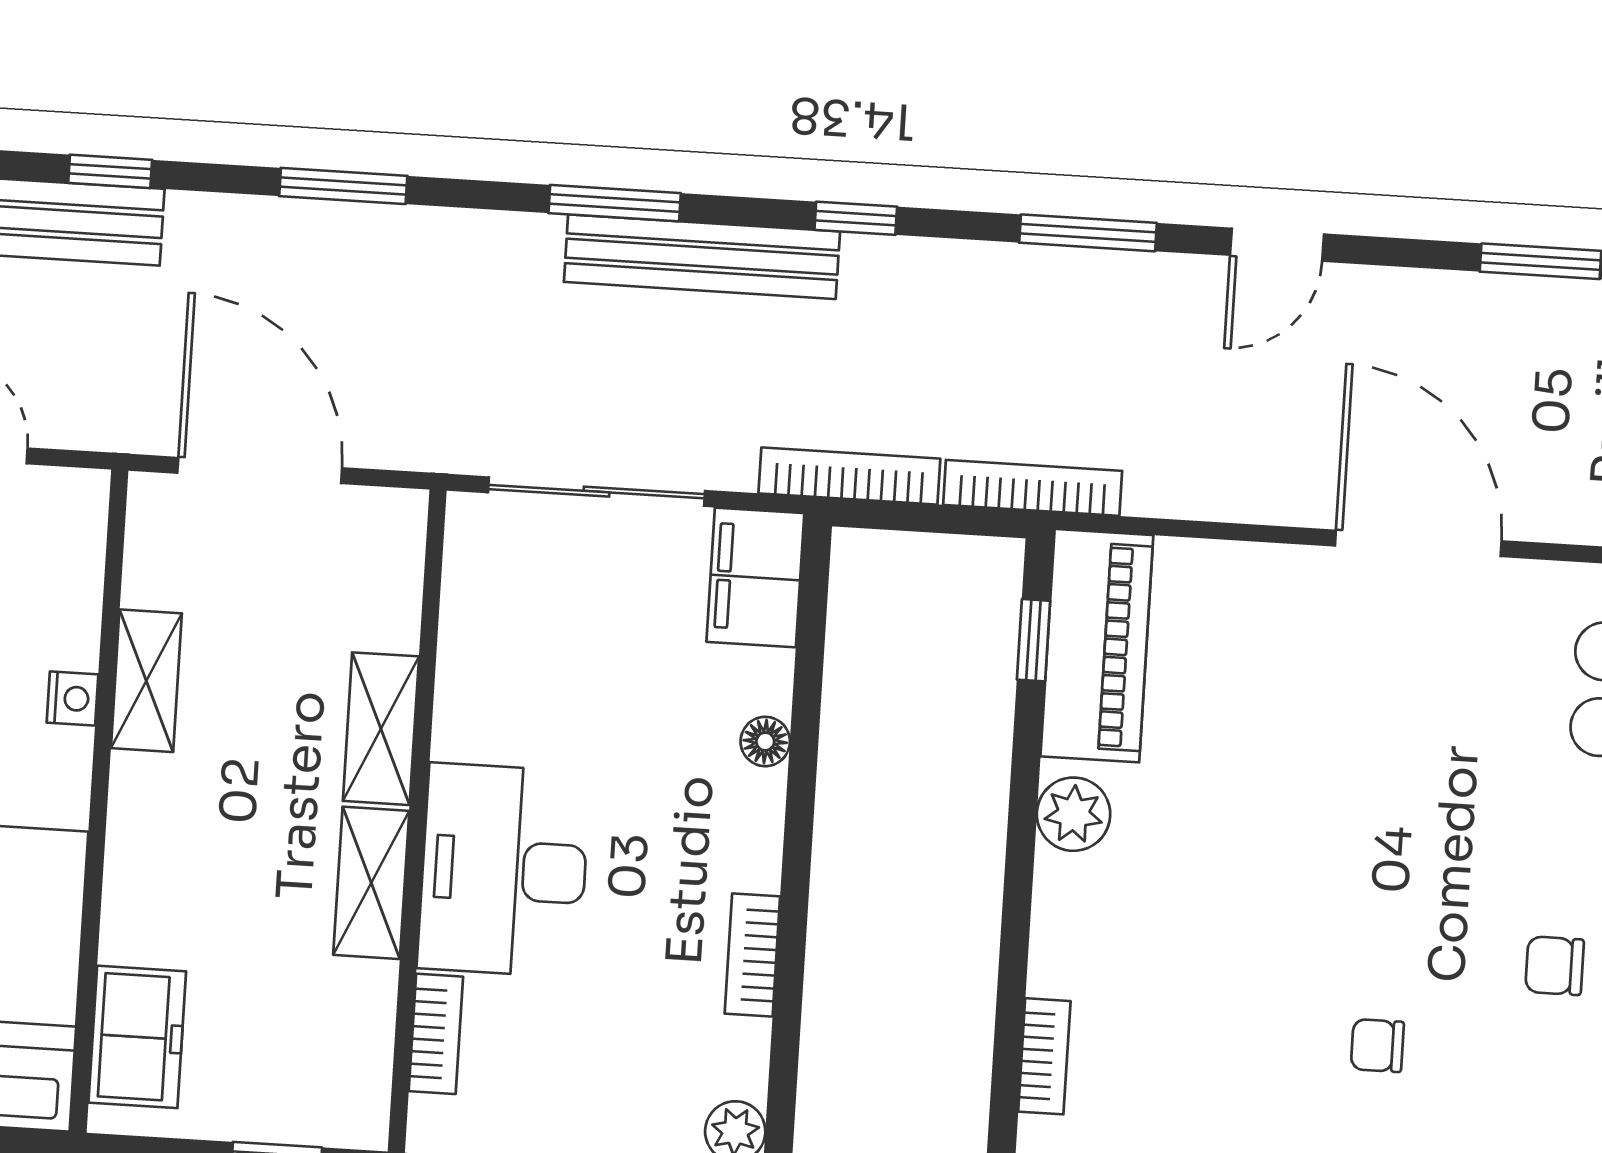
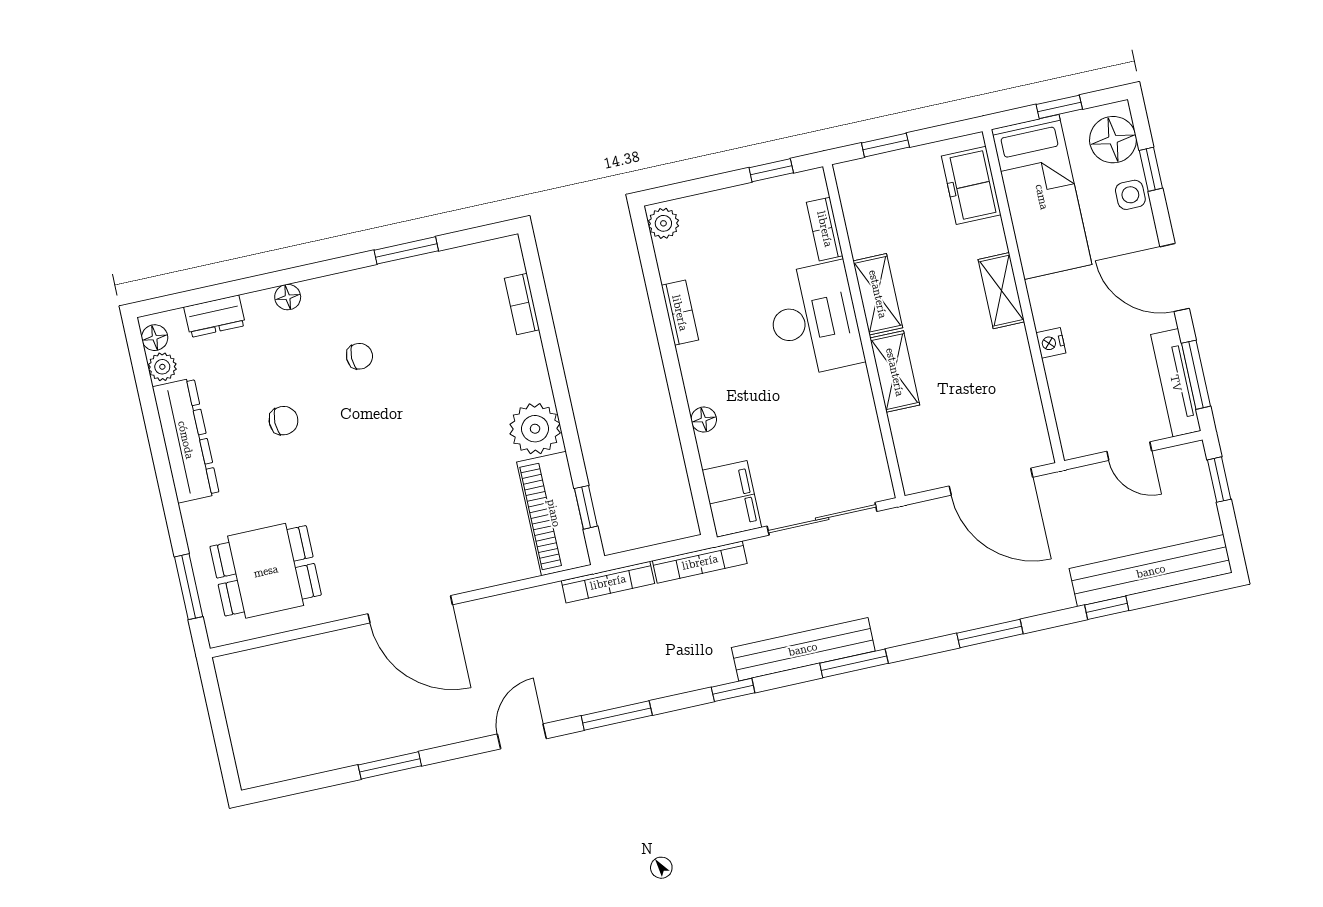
shelving: (146, 681) -> (1001, 291), moved
plant: (1074, 814) -> (535, 429), width x1.36, depth x1.36

